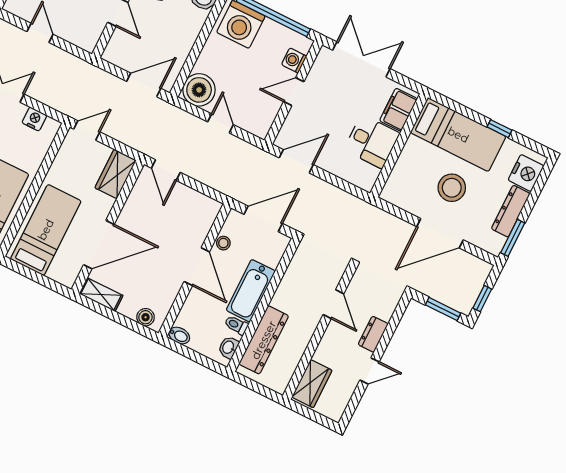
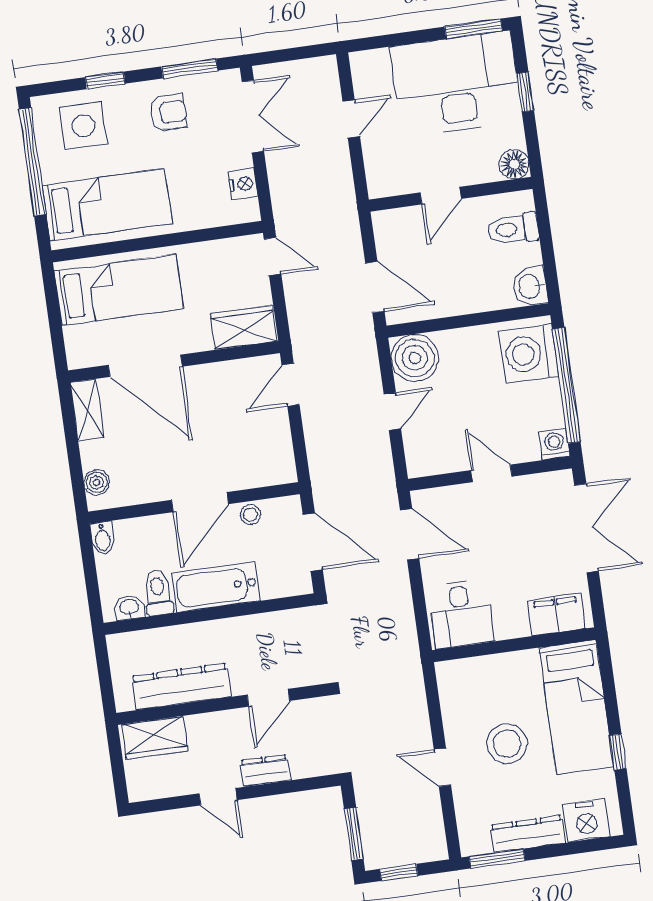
washing machine: (294, 60) -> (554, 444), moved
desk: (372, 141) -> (461, 614), moved
door: (440, 233) -> (442, 767), width x0.53
toilet: (236, 325) -> (158, 593), width x1.37, depth x1.39
dresser: (264, 340) -> (181, 687), moved, turned 180

